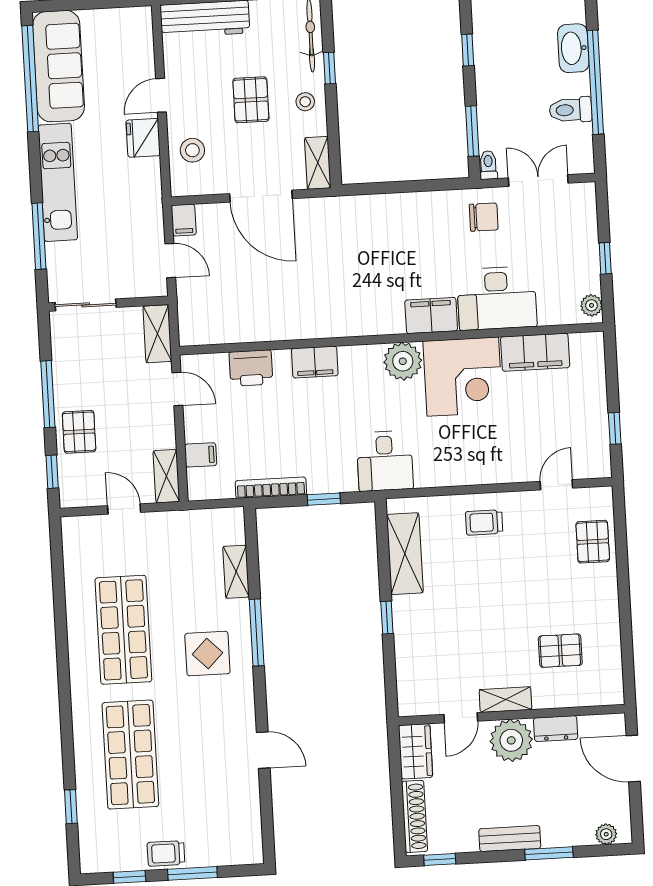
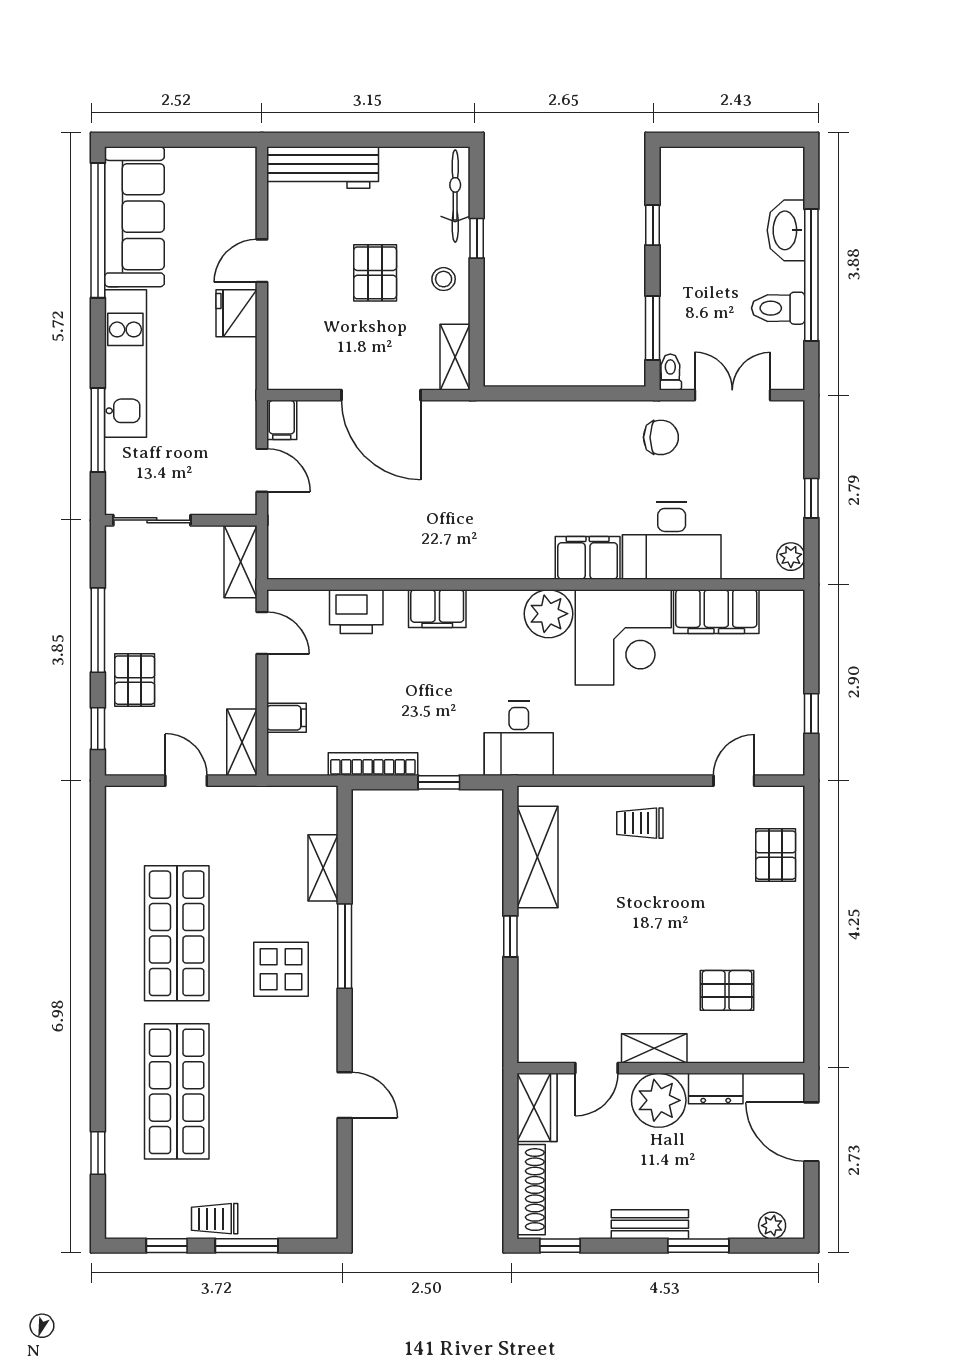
stool: (192, 150) -> (298, 332), removed

